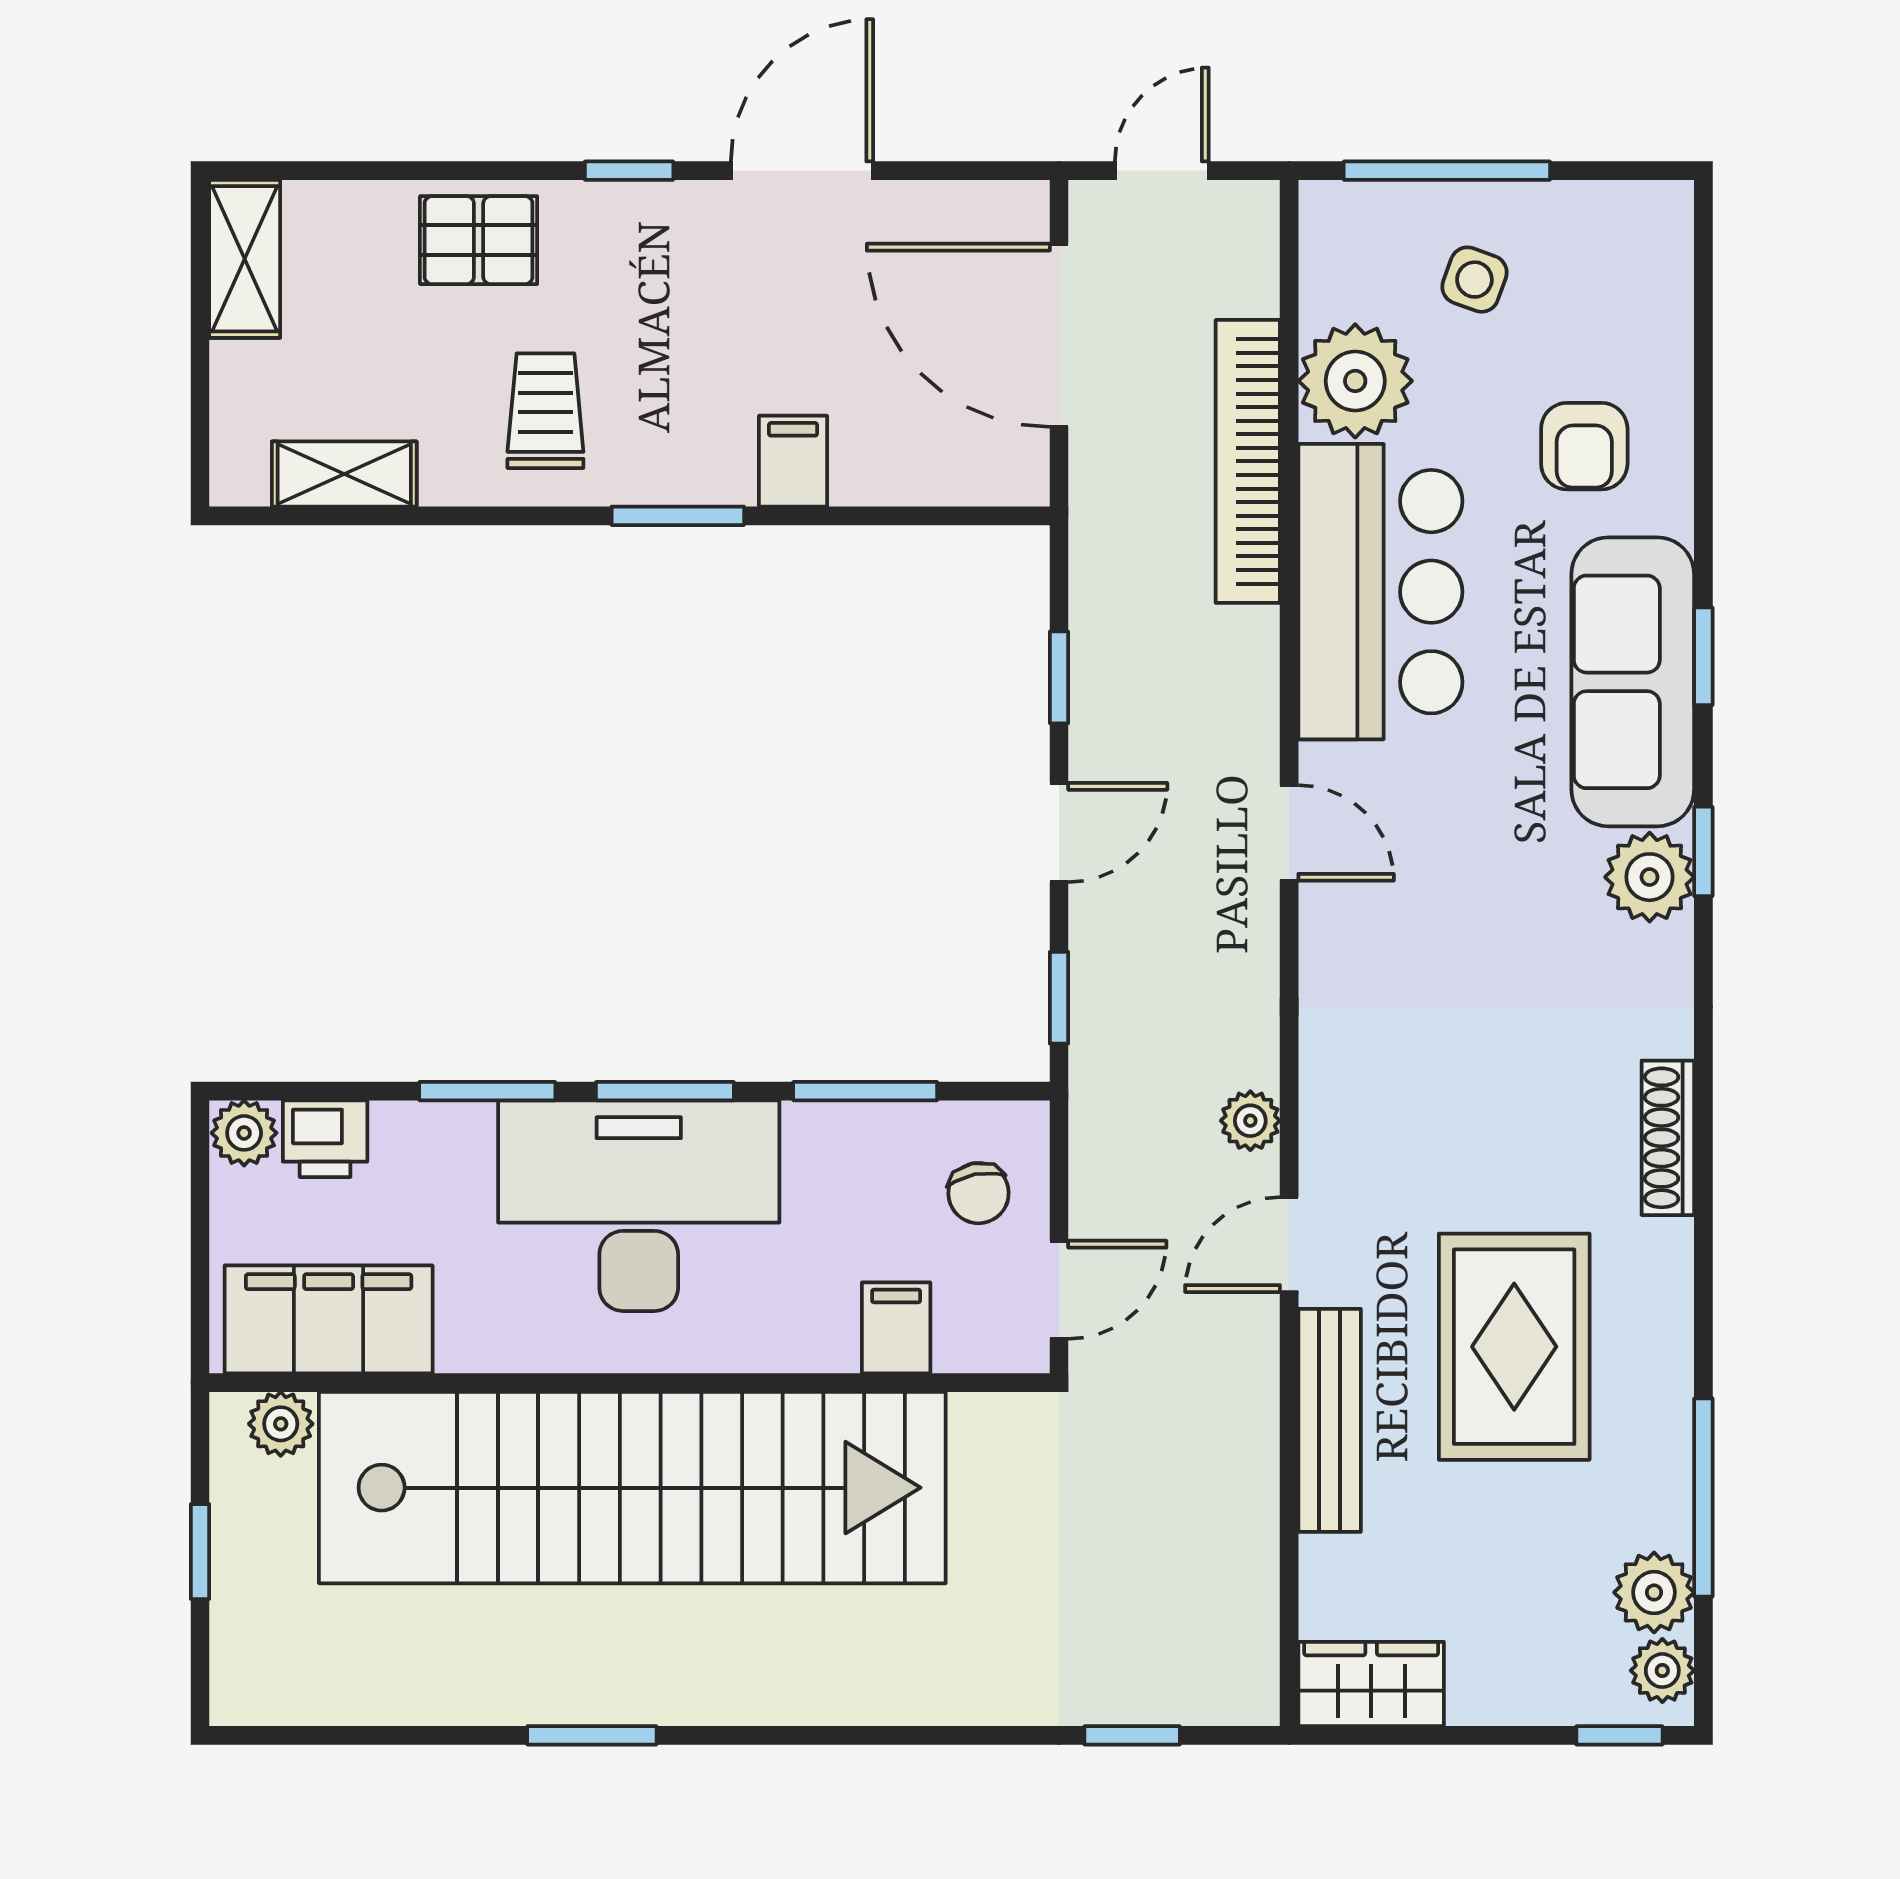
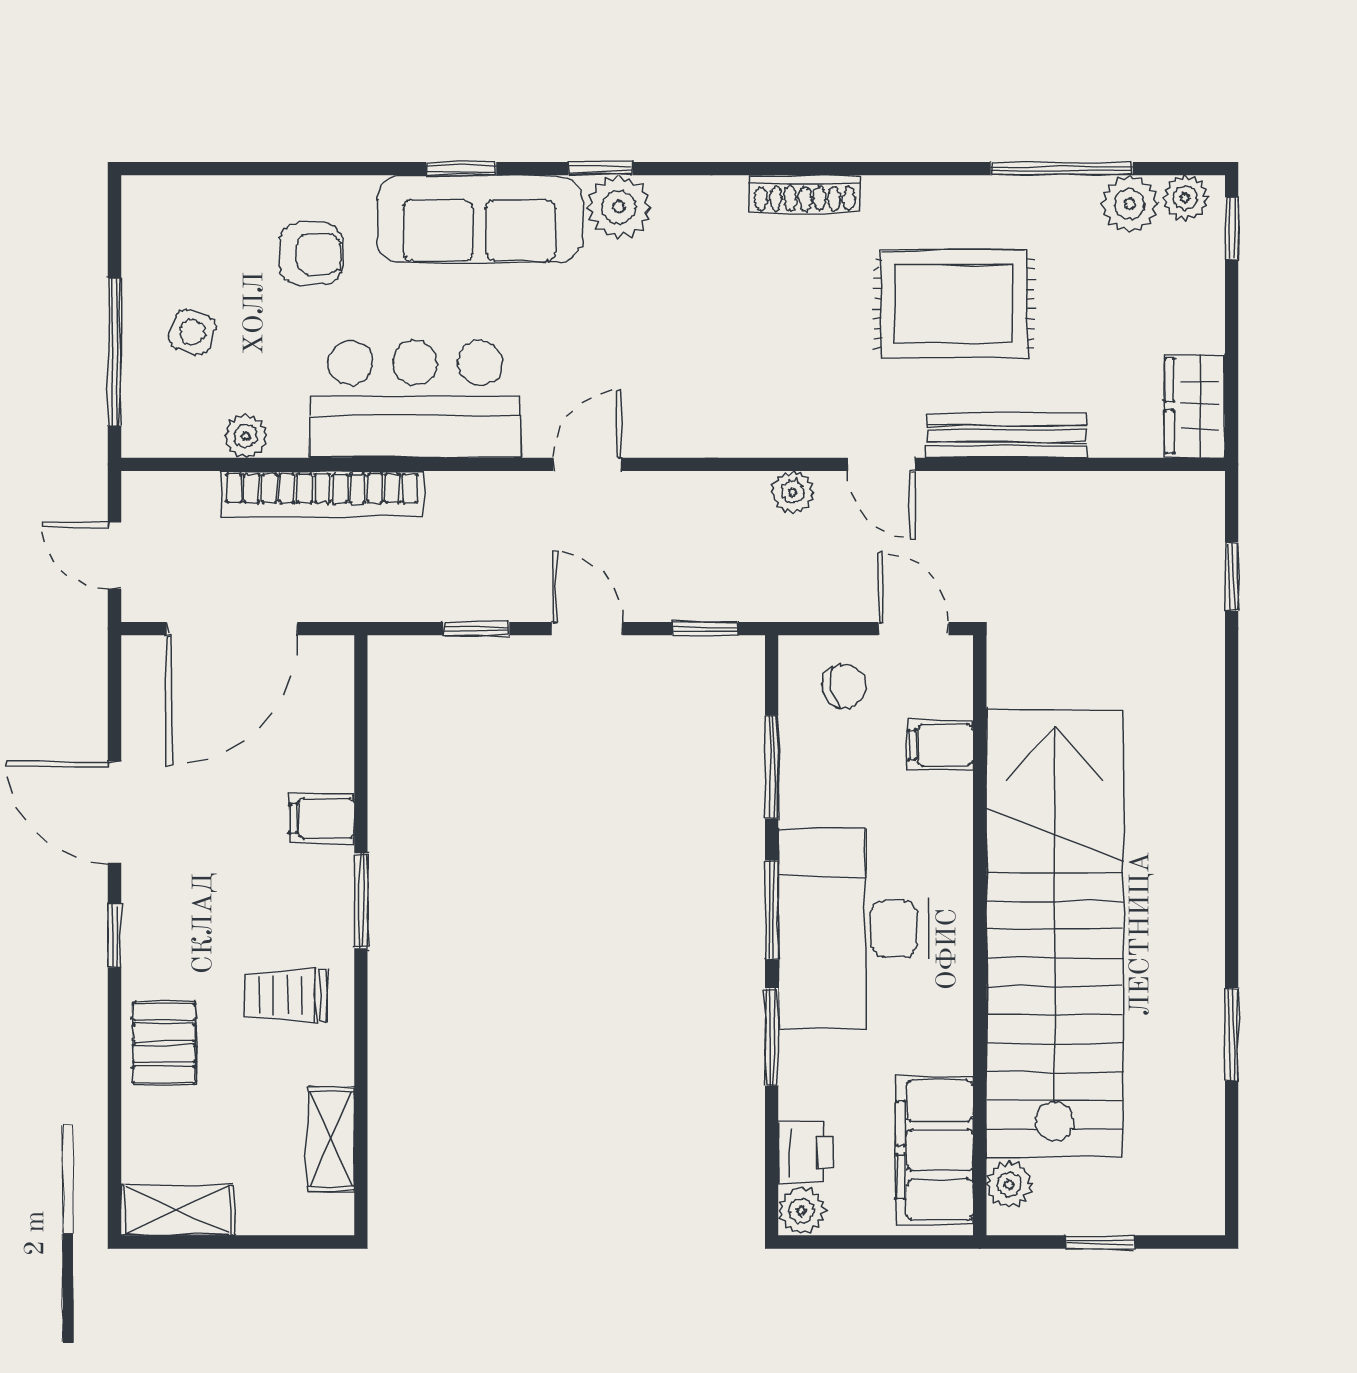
plant: (1355, 381) -> (246, 436), width x0.53, depth x0.53
window: (592, 1735) -> (1232, 1034), moved

